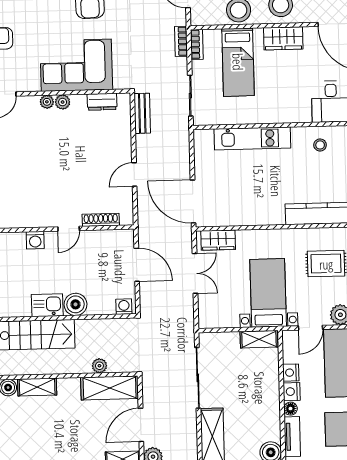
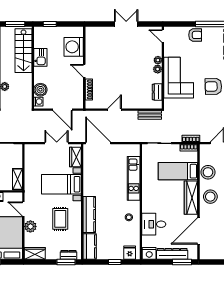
wardrobe: (283, 38) -> (191, 198), width x1.50
door: (134, 175) -> (115, 110), hinge flipped
door: (193, 201) -> (98, 143), hinge flipped
washing machine: (35, 240) -> (74, 47), width x1.89, depth x1.89
door: (137, 265) -> (62, 110), hinge flipped
double door: (195, 273) -> (57, 143), swing flipped
bed with nightstands: (268, 293) -> (61, 184), moved, turned 180
boiler: (75, 304) -> (40, 90), moved

